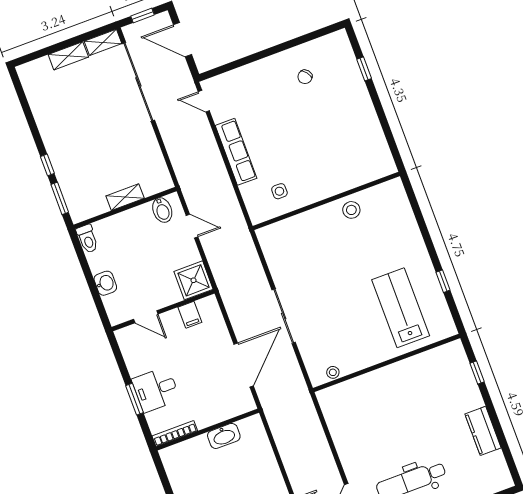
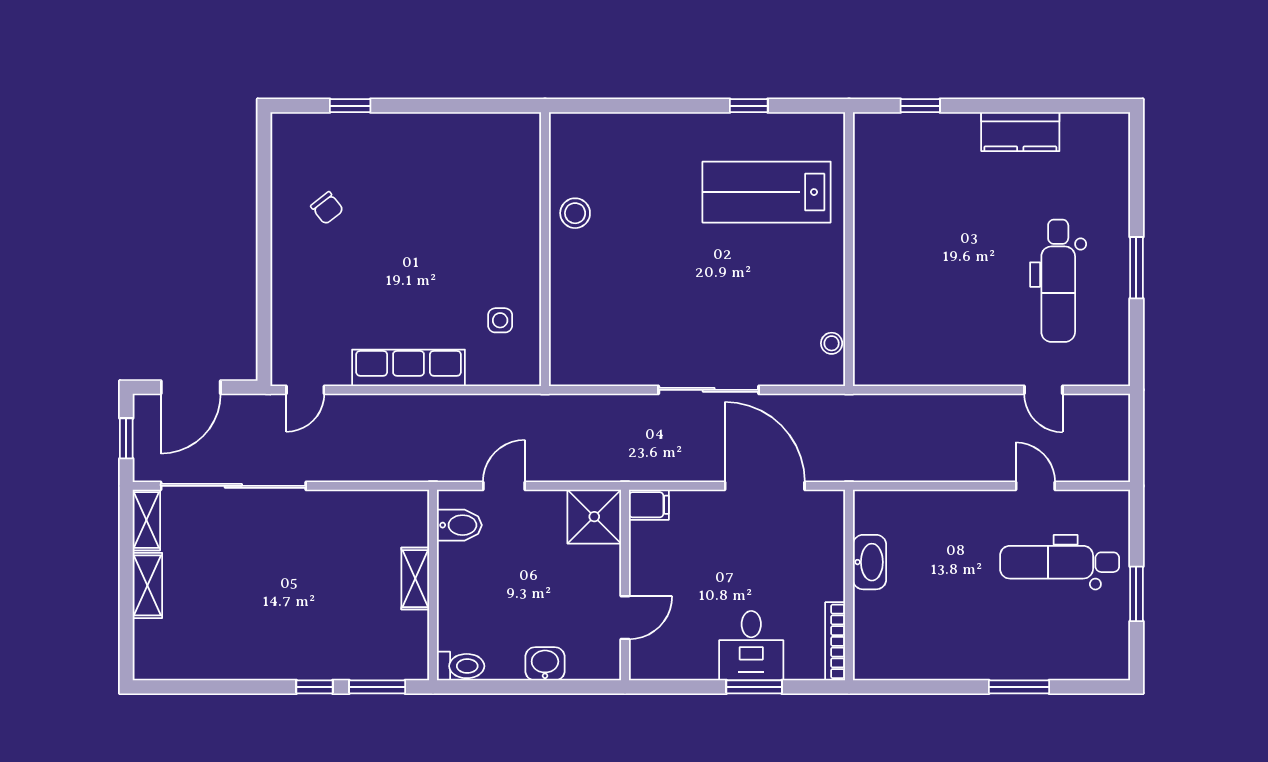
filing cabinet: (190, 315) -> (649, 505), moved

